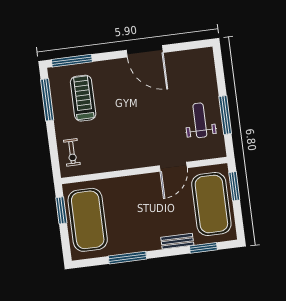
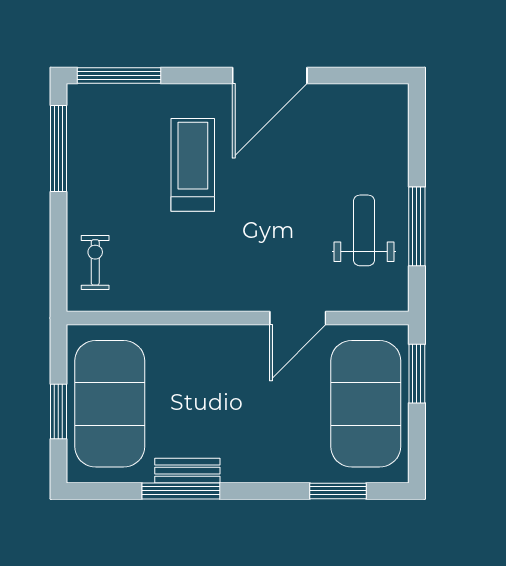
door: (145, 51) -> (270, 75), hinge flipped
treadmill: (83, 98) -> (193, 165), moved
exercise bike: (72, 152) -> (95, 262), turned 180
window: (61, 210) -> (58, 412), moved
bench: (177, 241) -> (187, 471), moved

